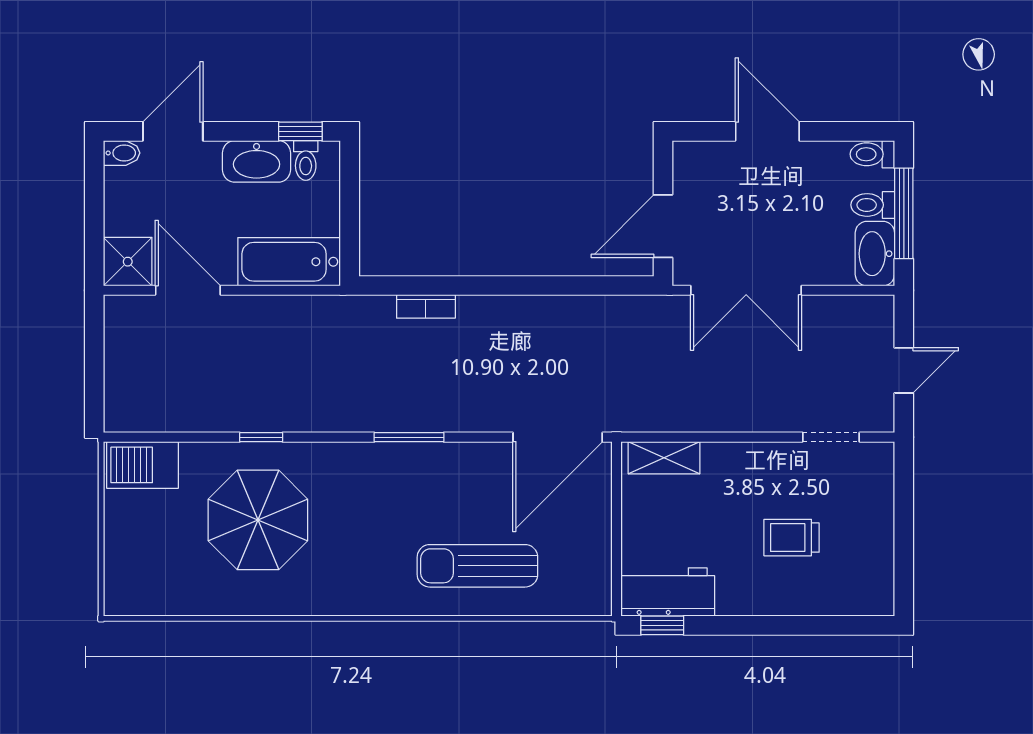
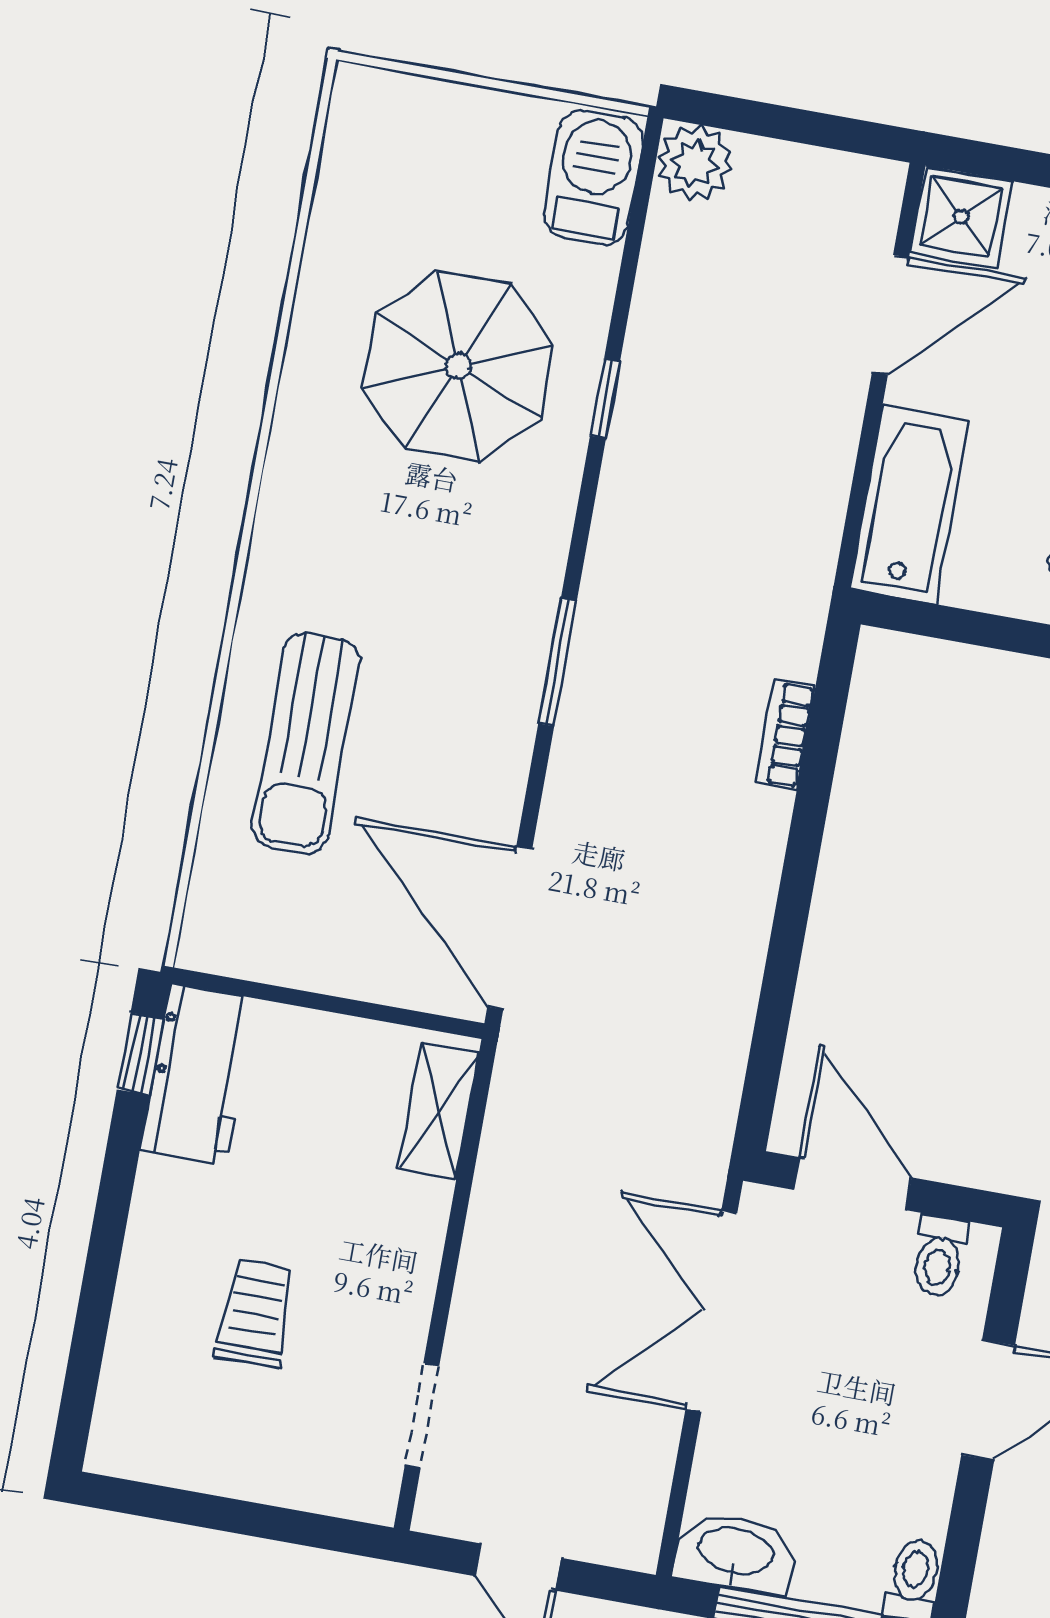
toilet: (873, 205) -> (939, 1256), moved, turned 180
plant: (125, 411) -> (695, 163), added
sun lounger: (477, 566) -> (306, 743), turned 180

